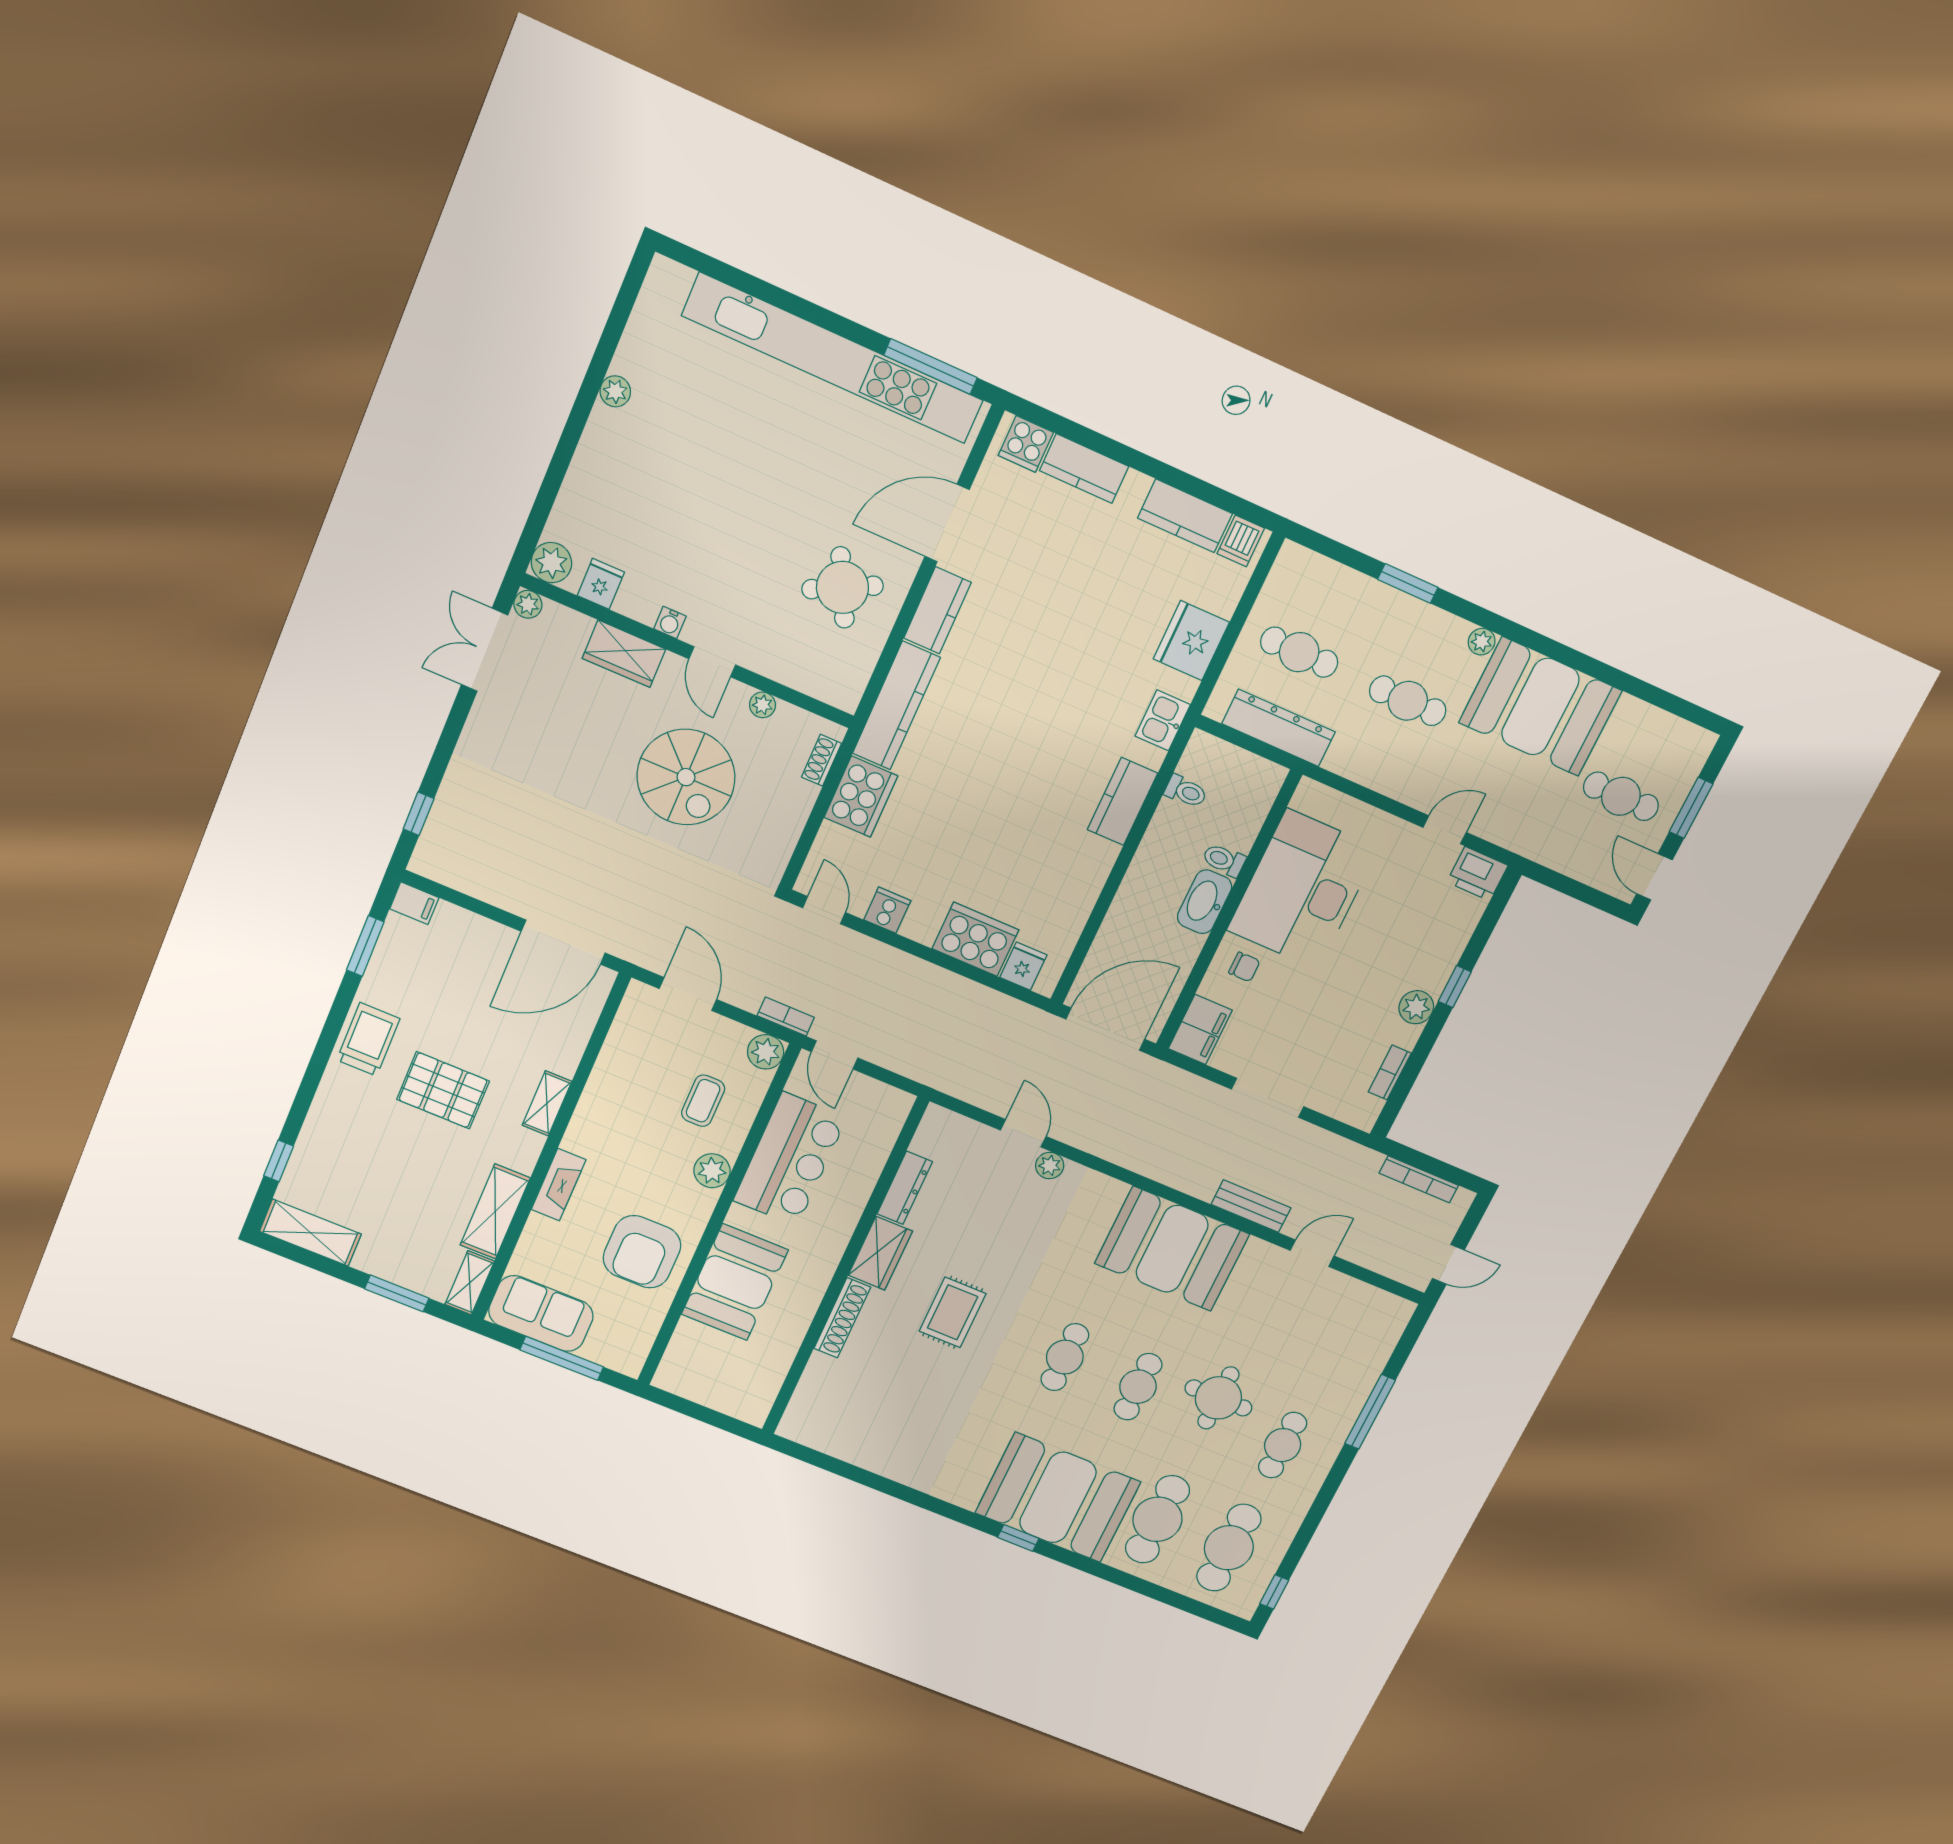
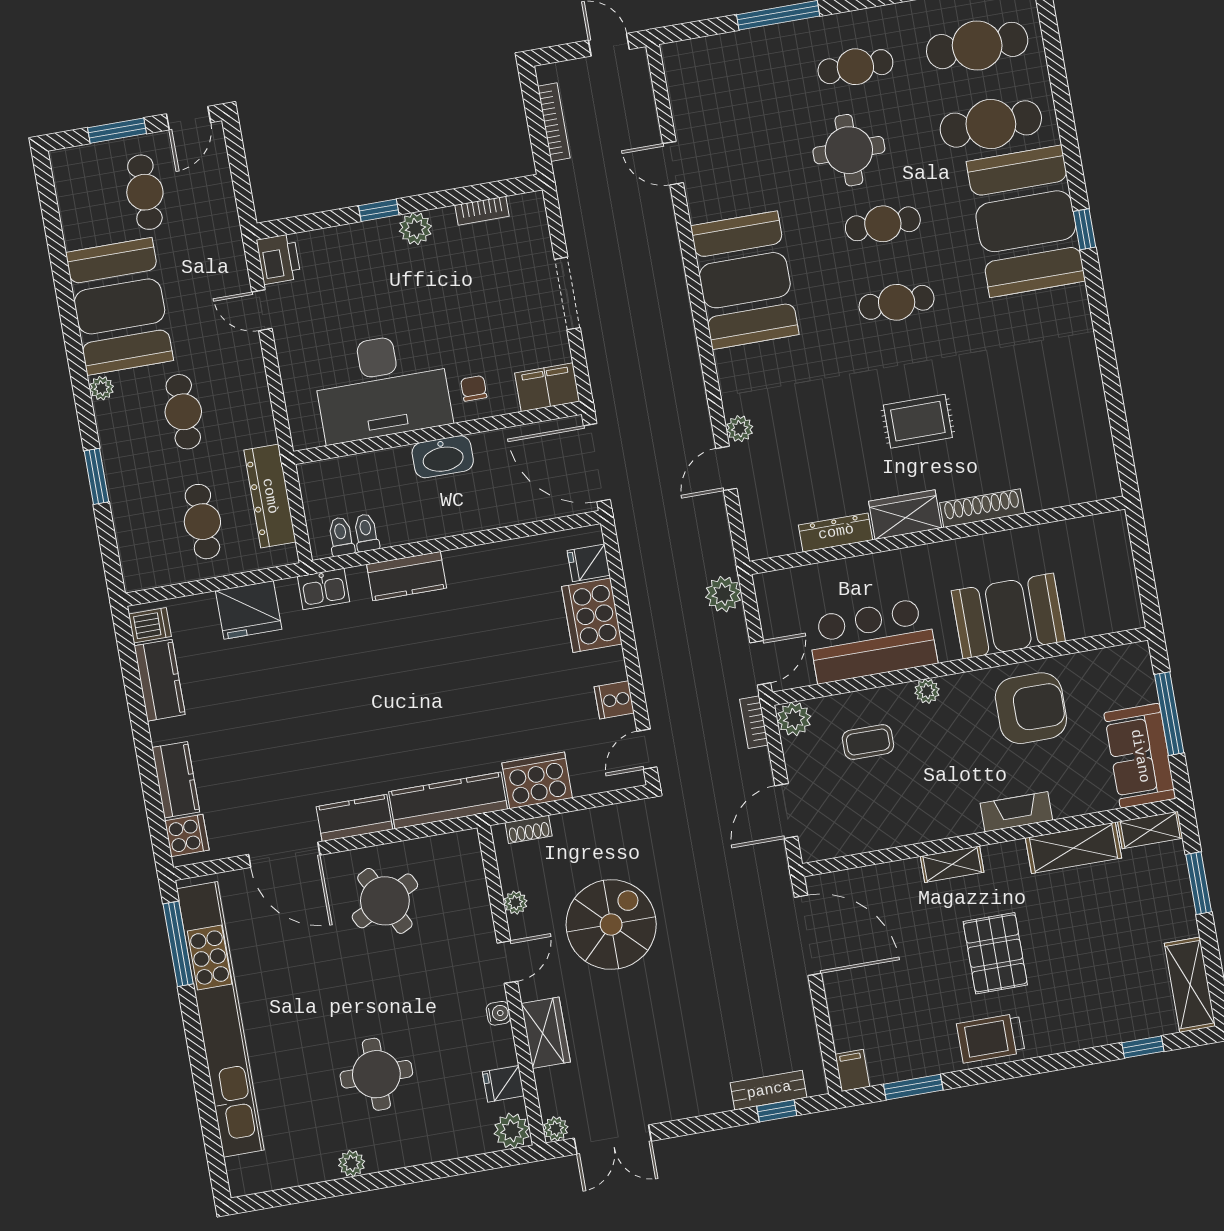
round table: (685, 472) -> (376, 1074), added
toilet: (1224, 860) -> (341, 537), moved, turned 180
plant: (916, 1062) -> (723, 594), added
plant: (712, 1171) -> (927, 691), width x0.73, depth x0.73
bench: (1251, 1206) -> (769, 1090), moved, turned 90

